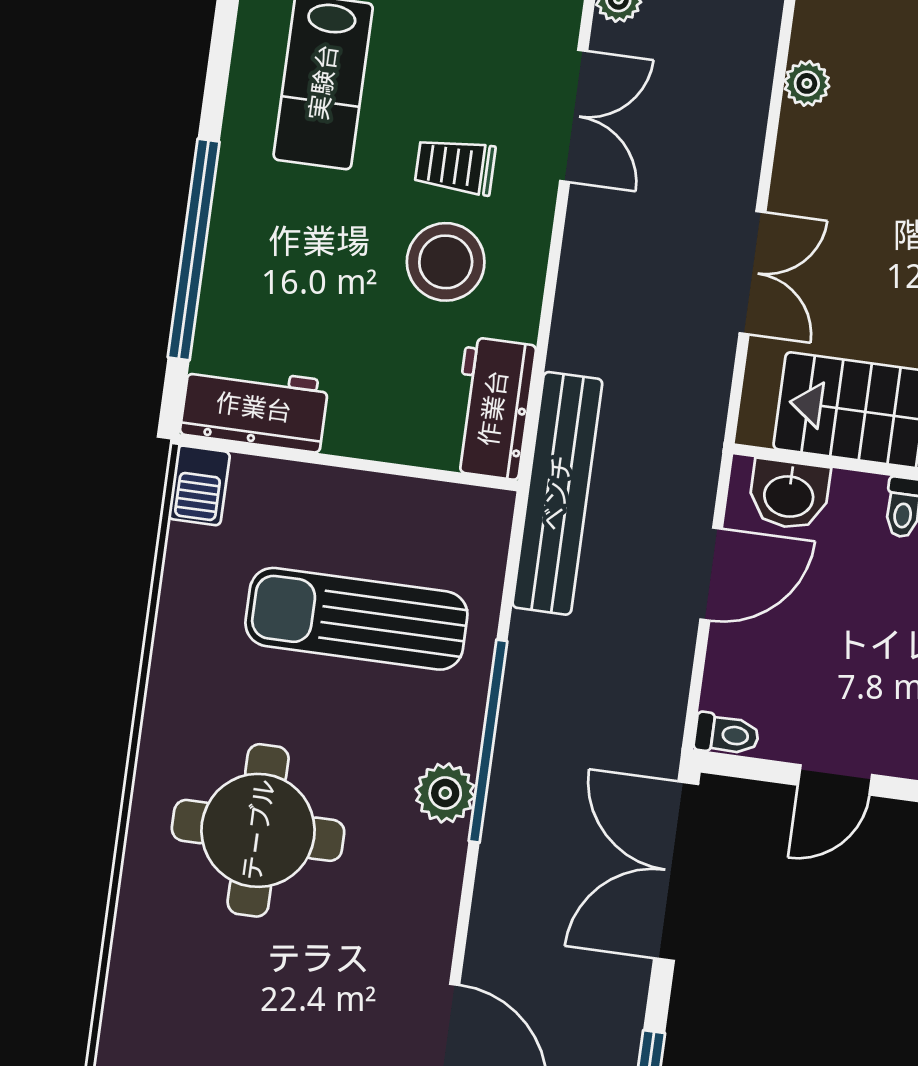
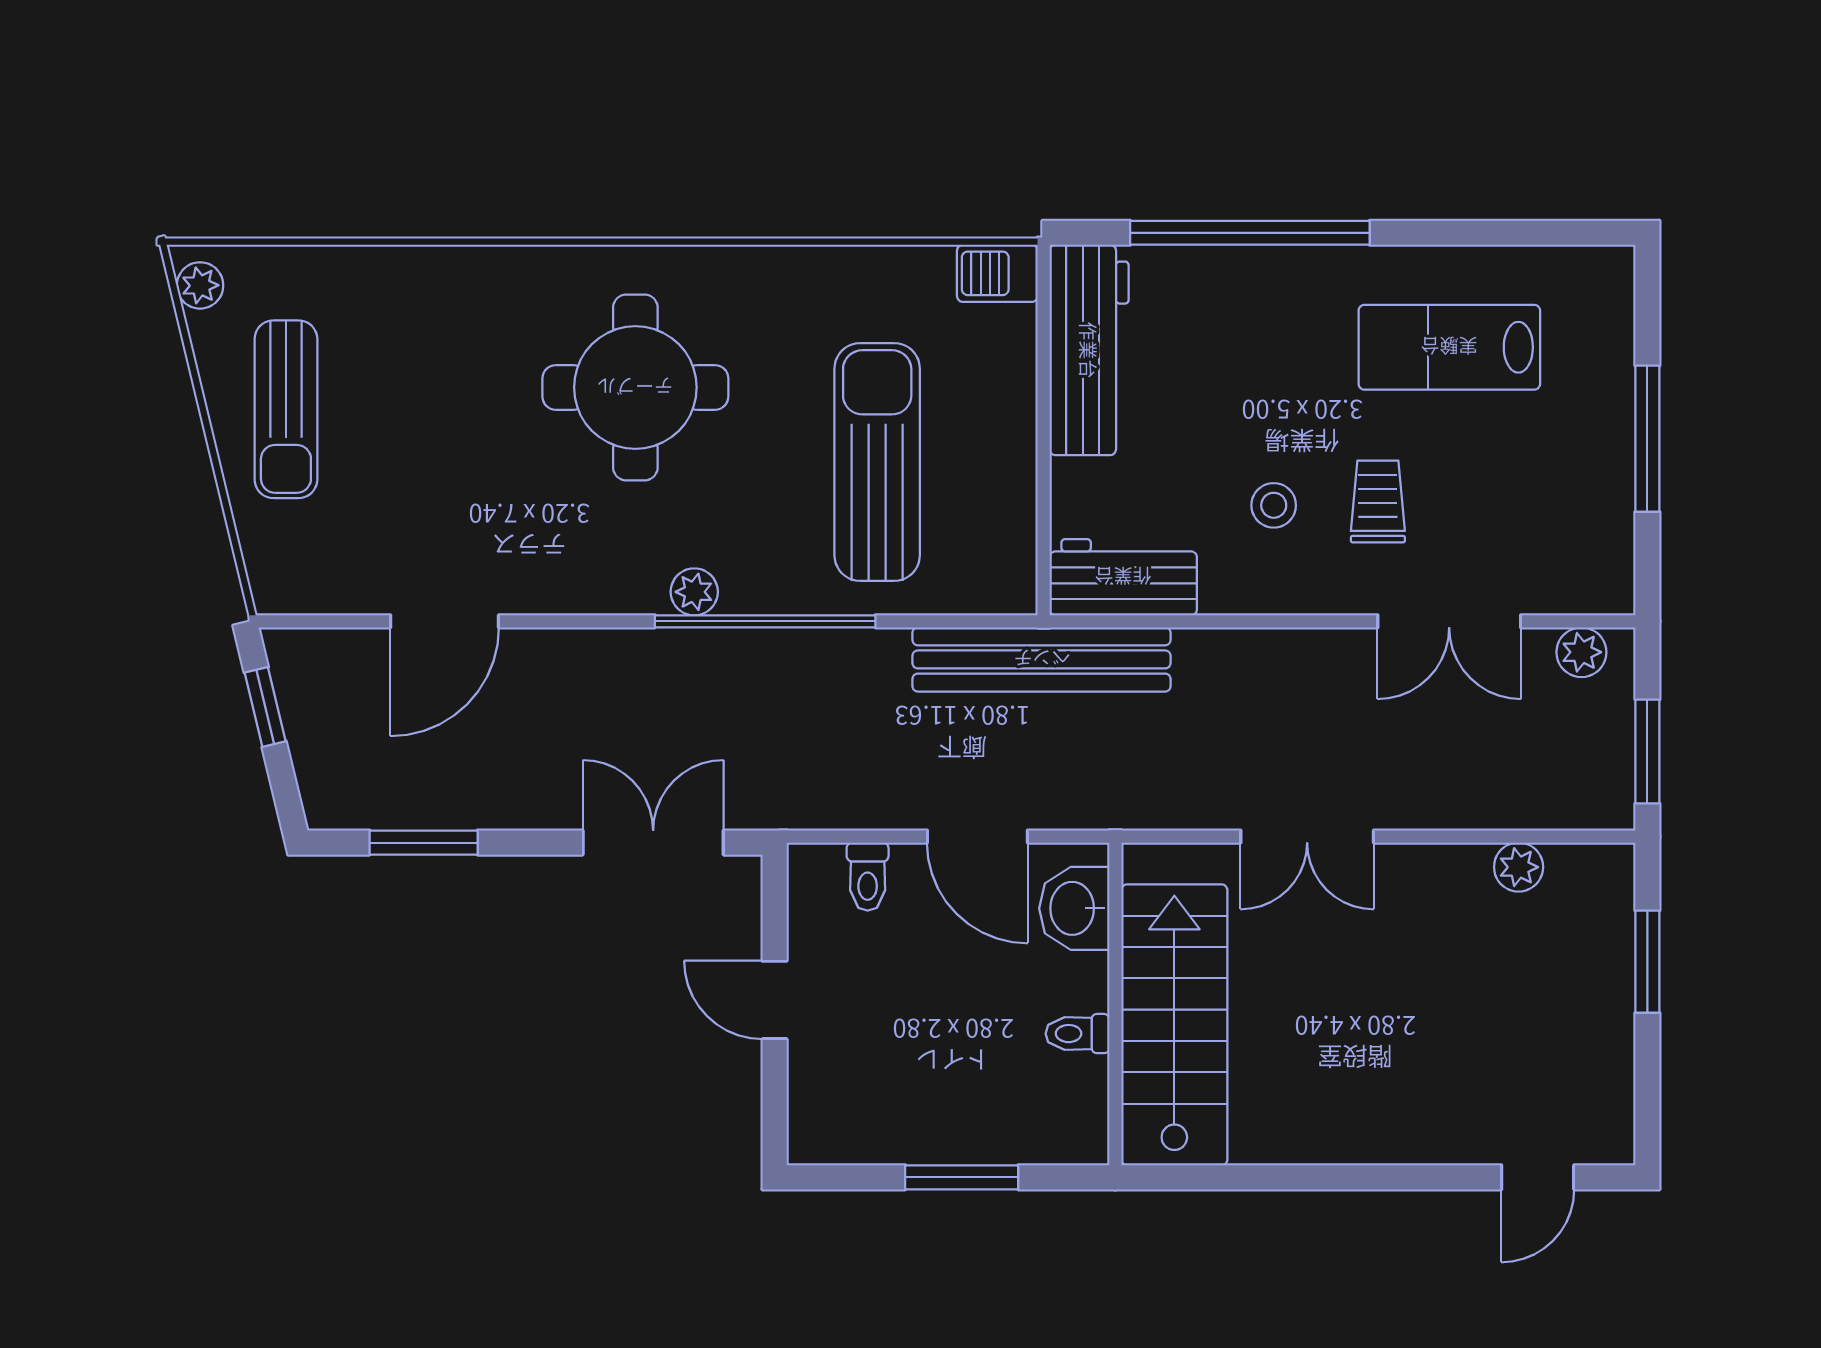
stool: (446, 262) -> (1274, 505), width x0.53, depth x0.53
workbench: (254, 407) -> (1089, 350), width x1.38
toilet: (727, 734) -> (868, 877), moved
plant: (445, 793) -> (694, 592), width x0.73, depth x0.73
double door: (676, 871) -> (653, 843), width x0.73

